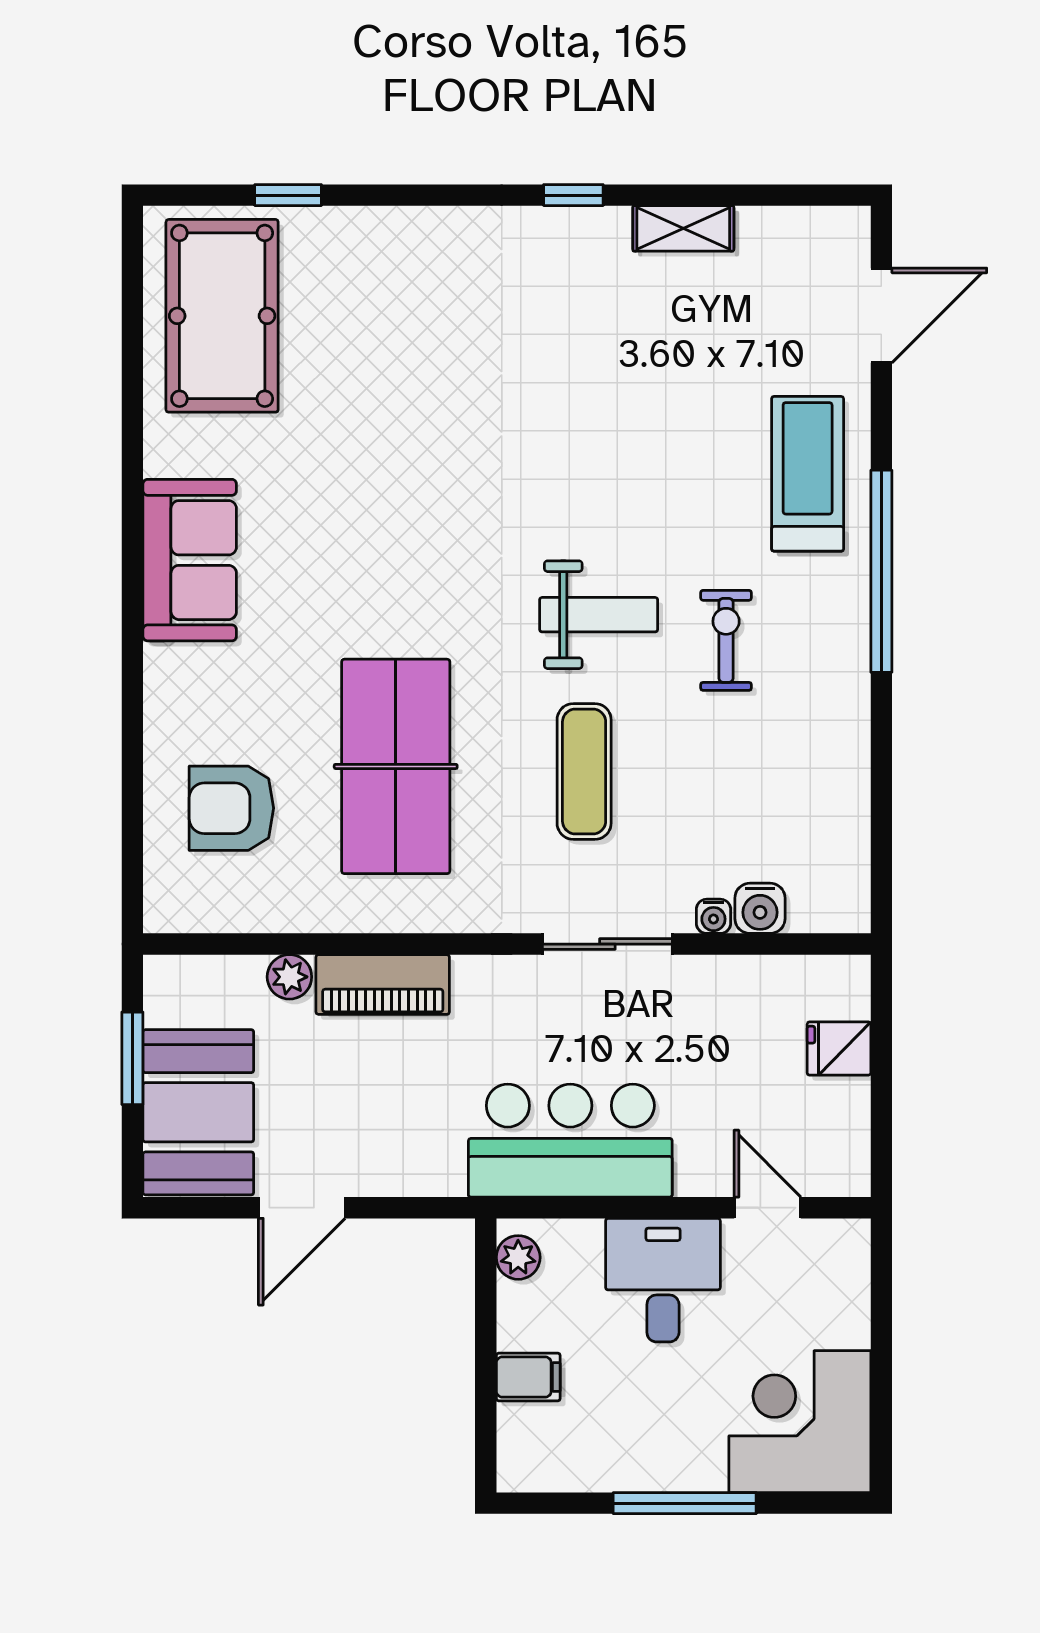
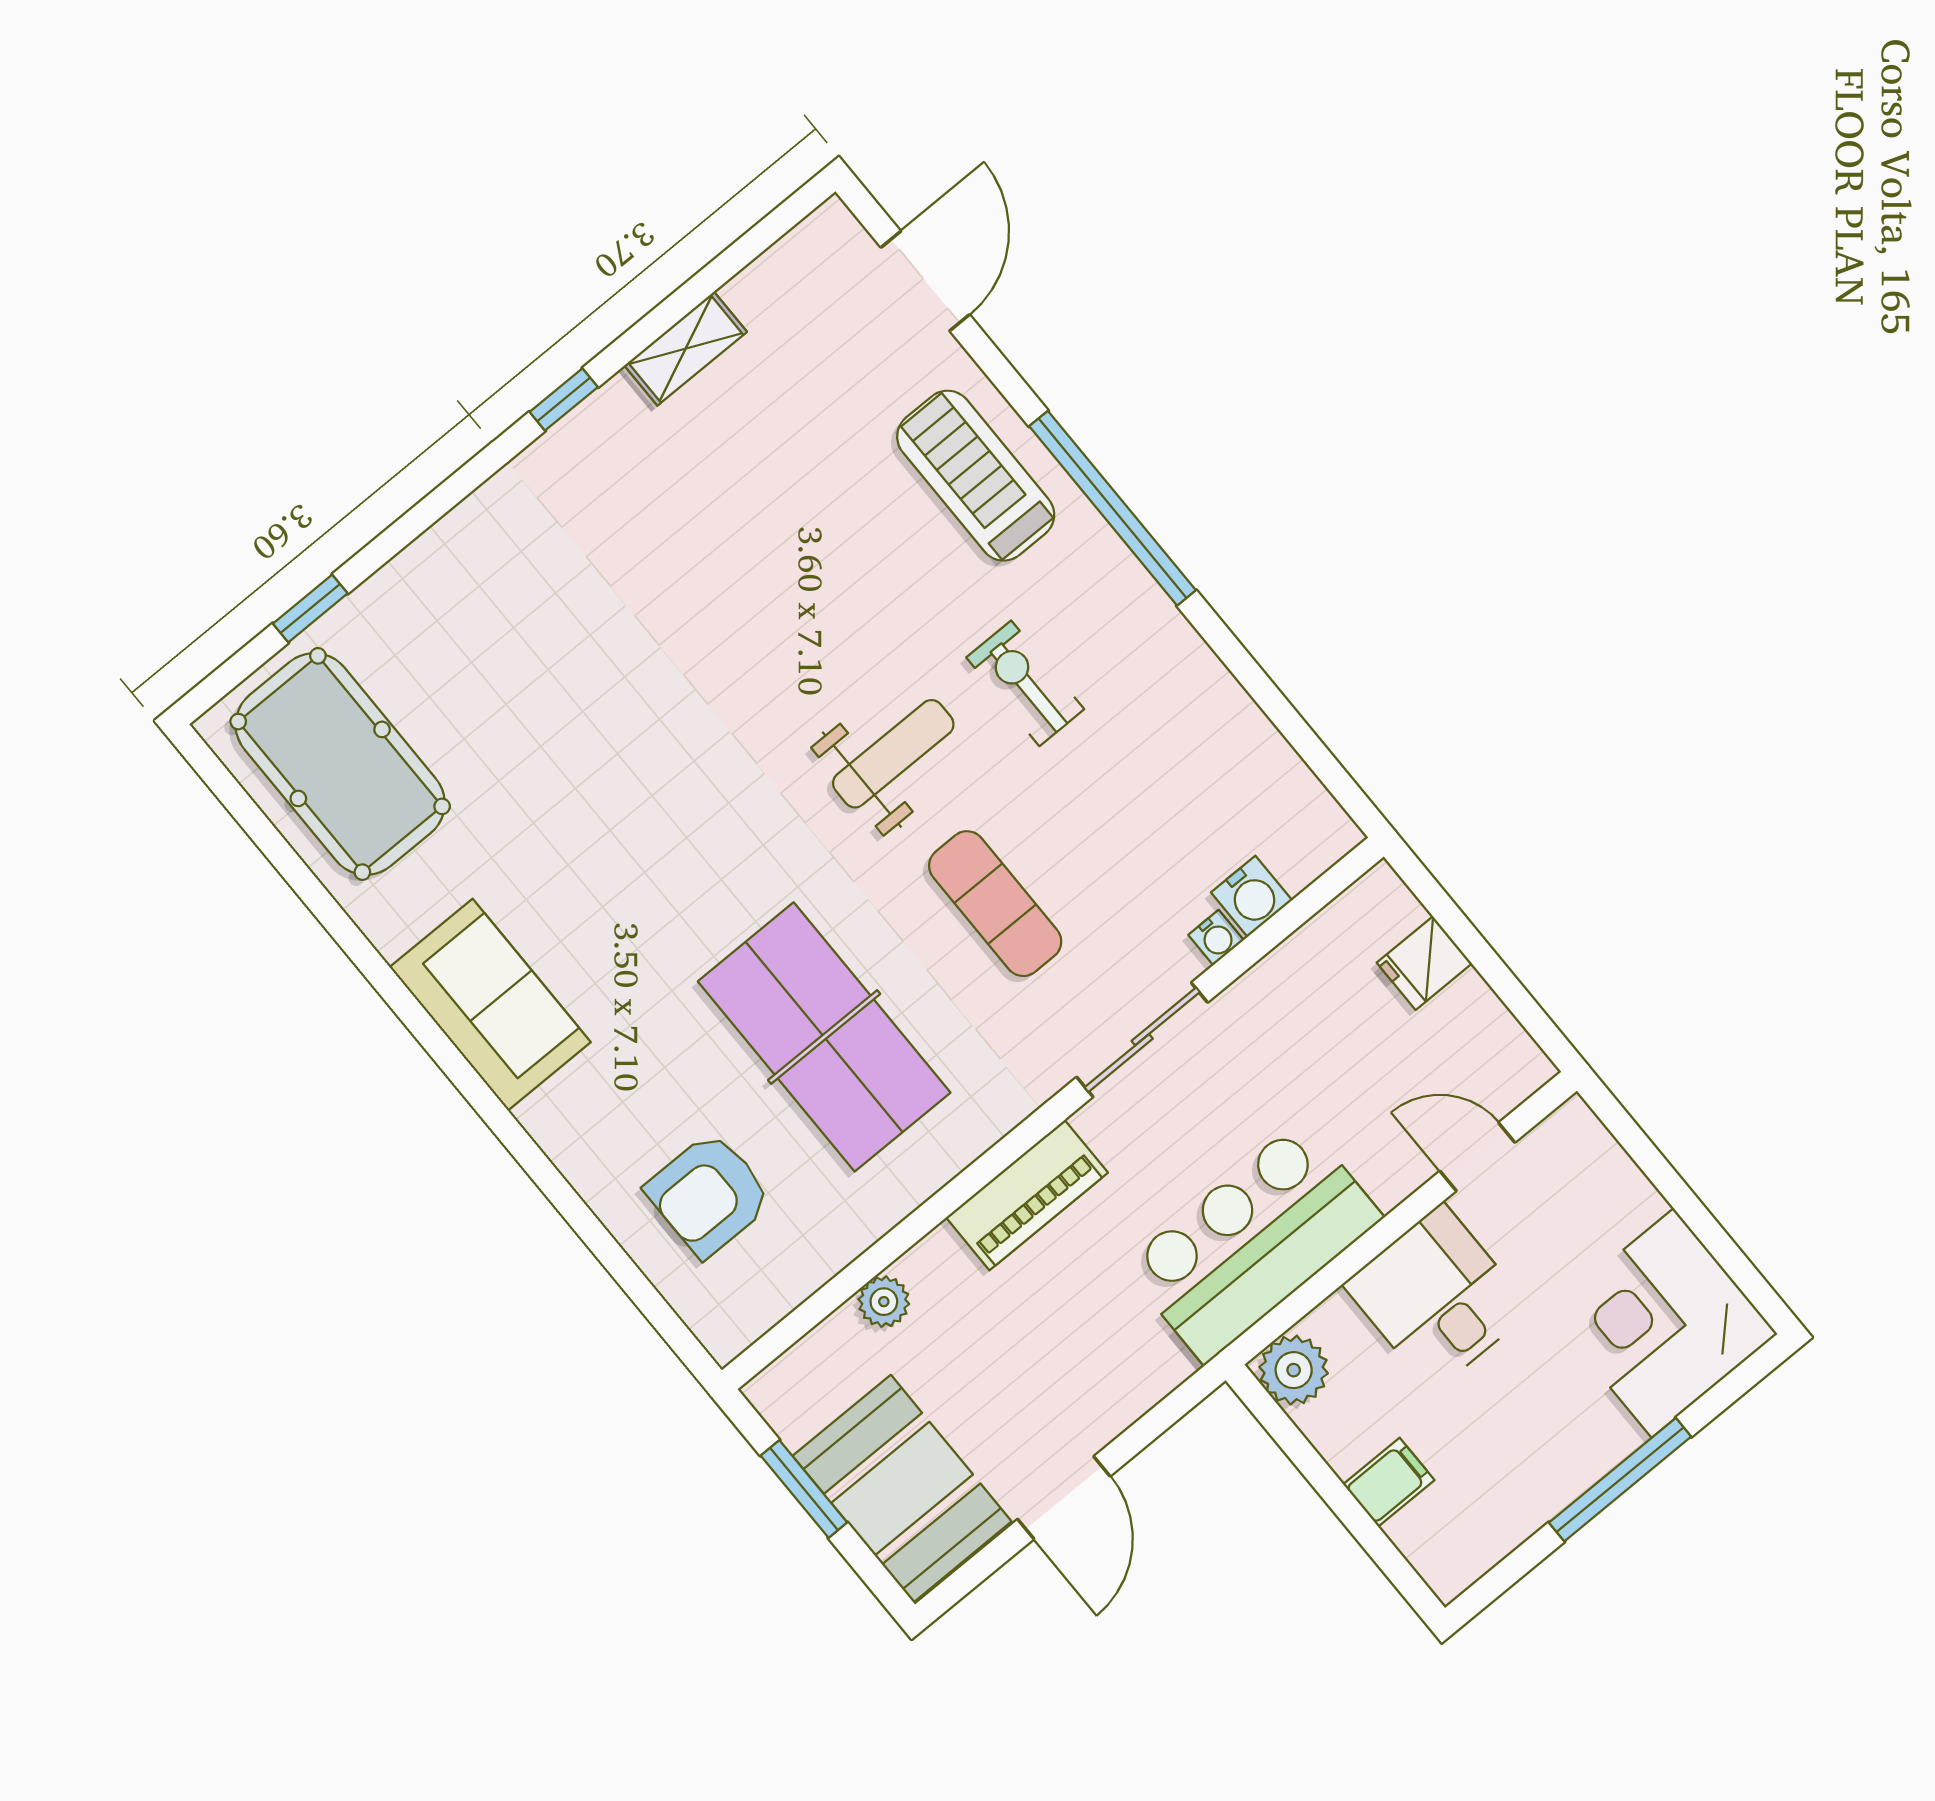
piano: (383, 984) -> (1027, 1195), moved
plant: (518, 1257) -> (1294, 1370), width x1.38, depth x1.38

